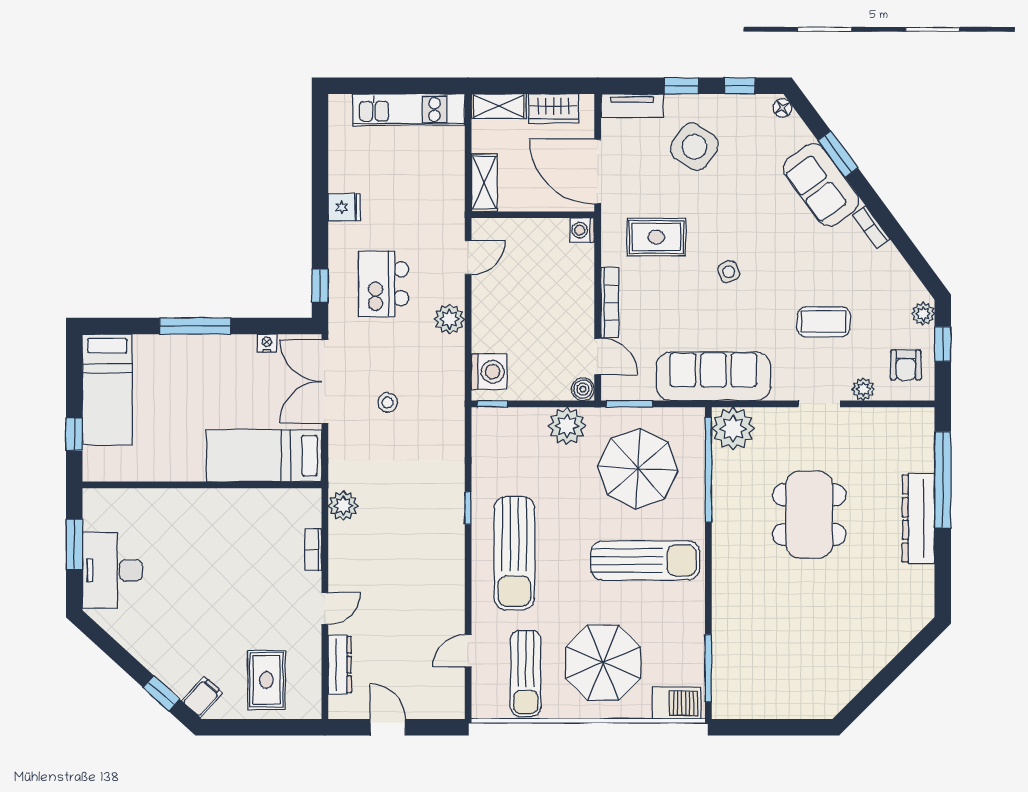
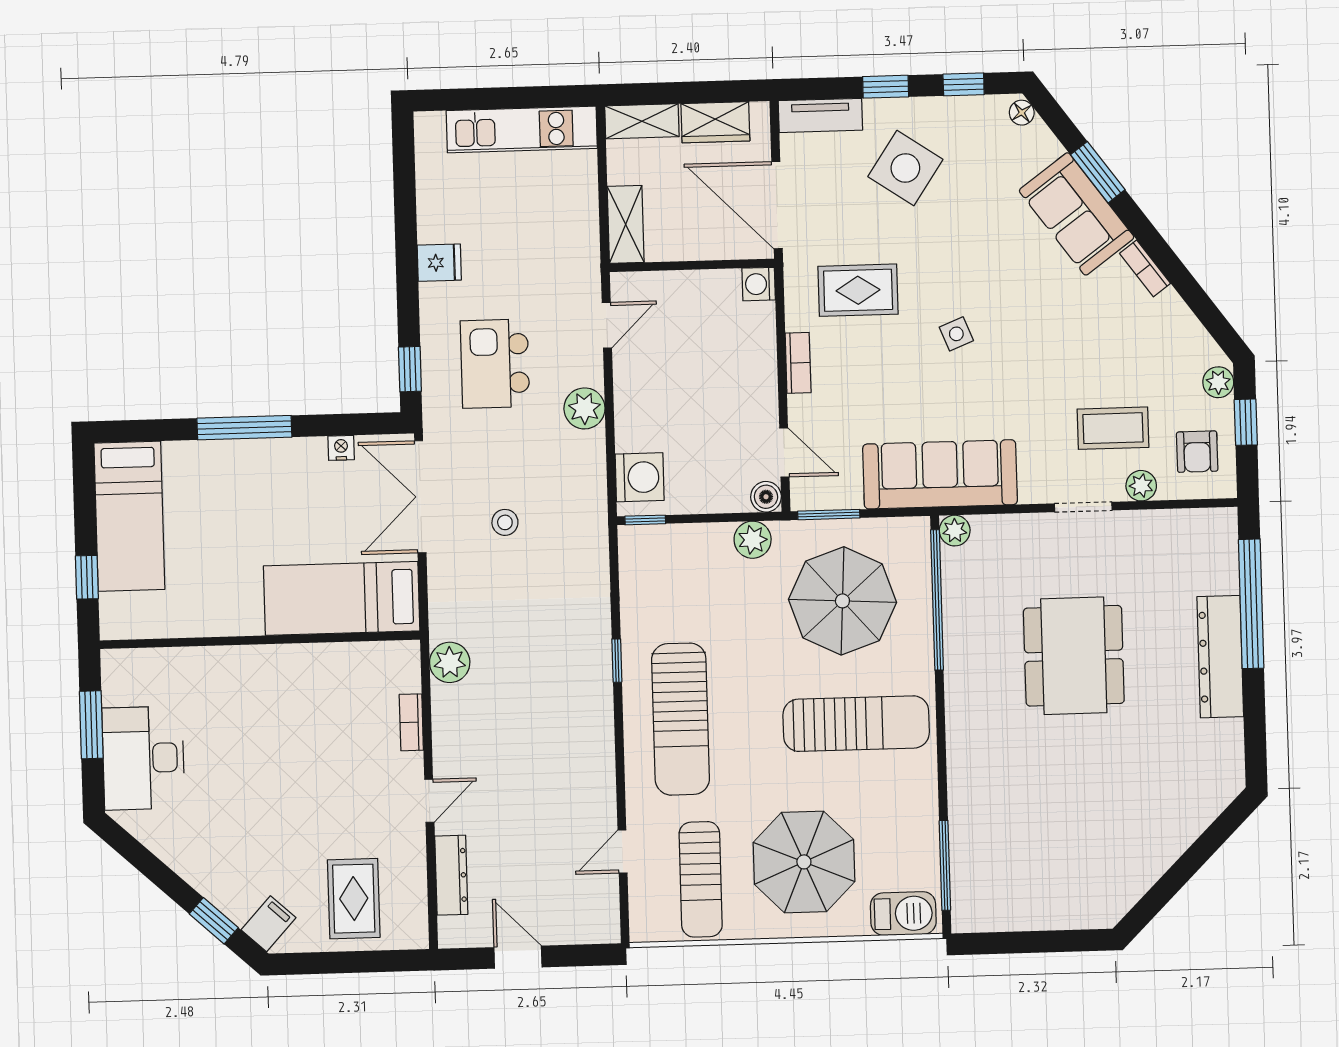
bookcase: (610, 303) -> (798, 363), width x0.64
coffee table: (824, 322) -> (1113, 428), moved
plant: (567, 426) -> (753, 540), width x0.73, depth x0.73
plant: (733, 429) -> (955, 531), width x0.53, depth x0.53

